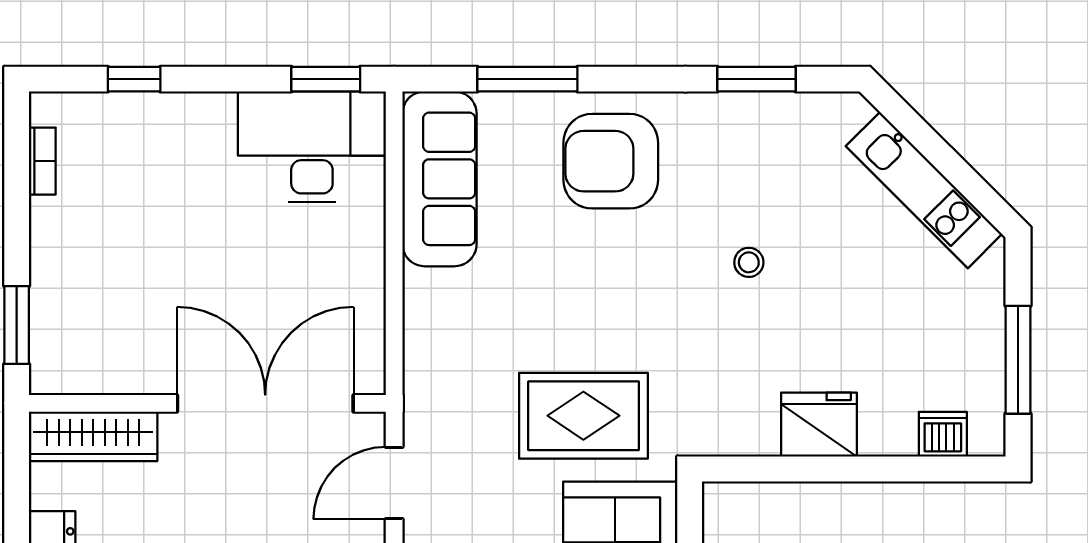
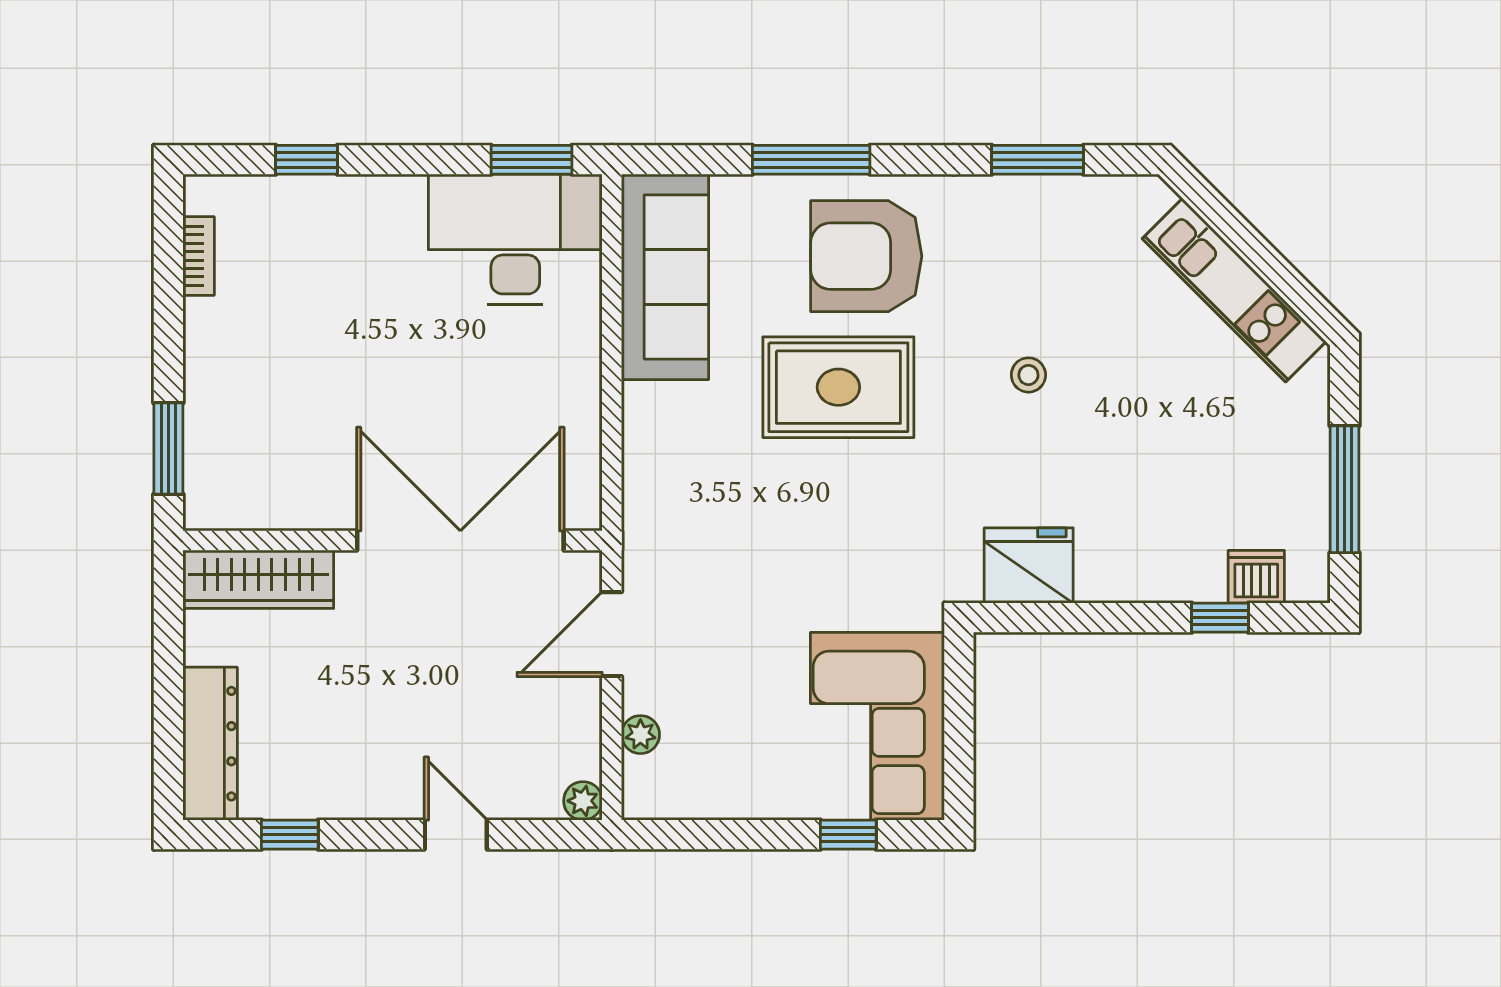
window: (527, 79) -> (811, 160), moved
rug: (583, 416) -> (838, 387), moved
fridge: (819, 425) -> (1029, 566), moved
window: (912, 469) -> (1220, 618), added

